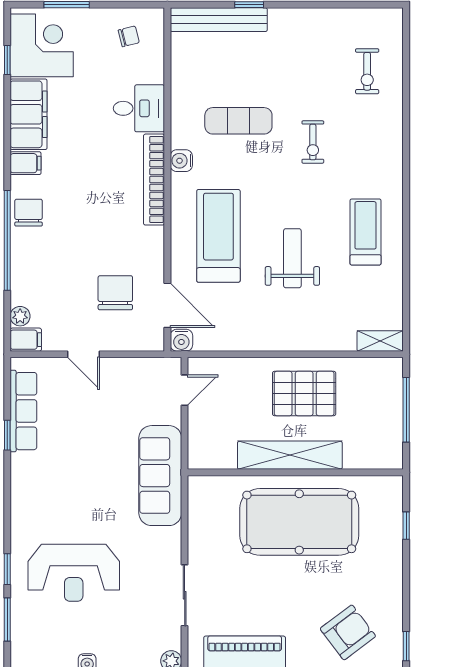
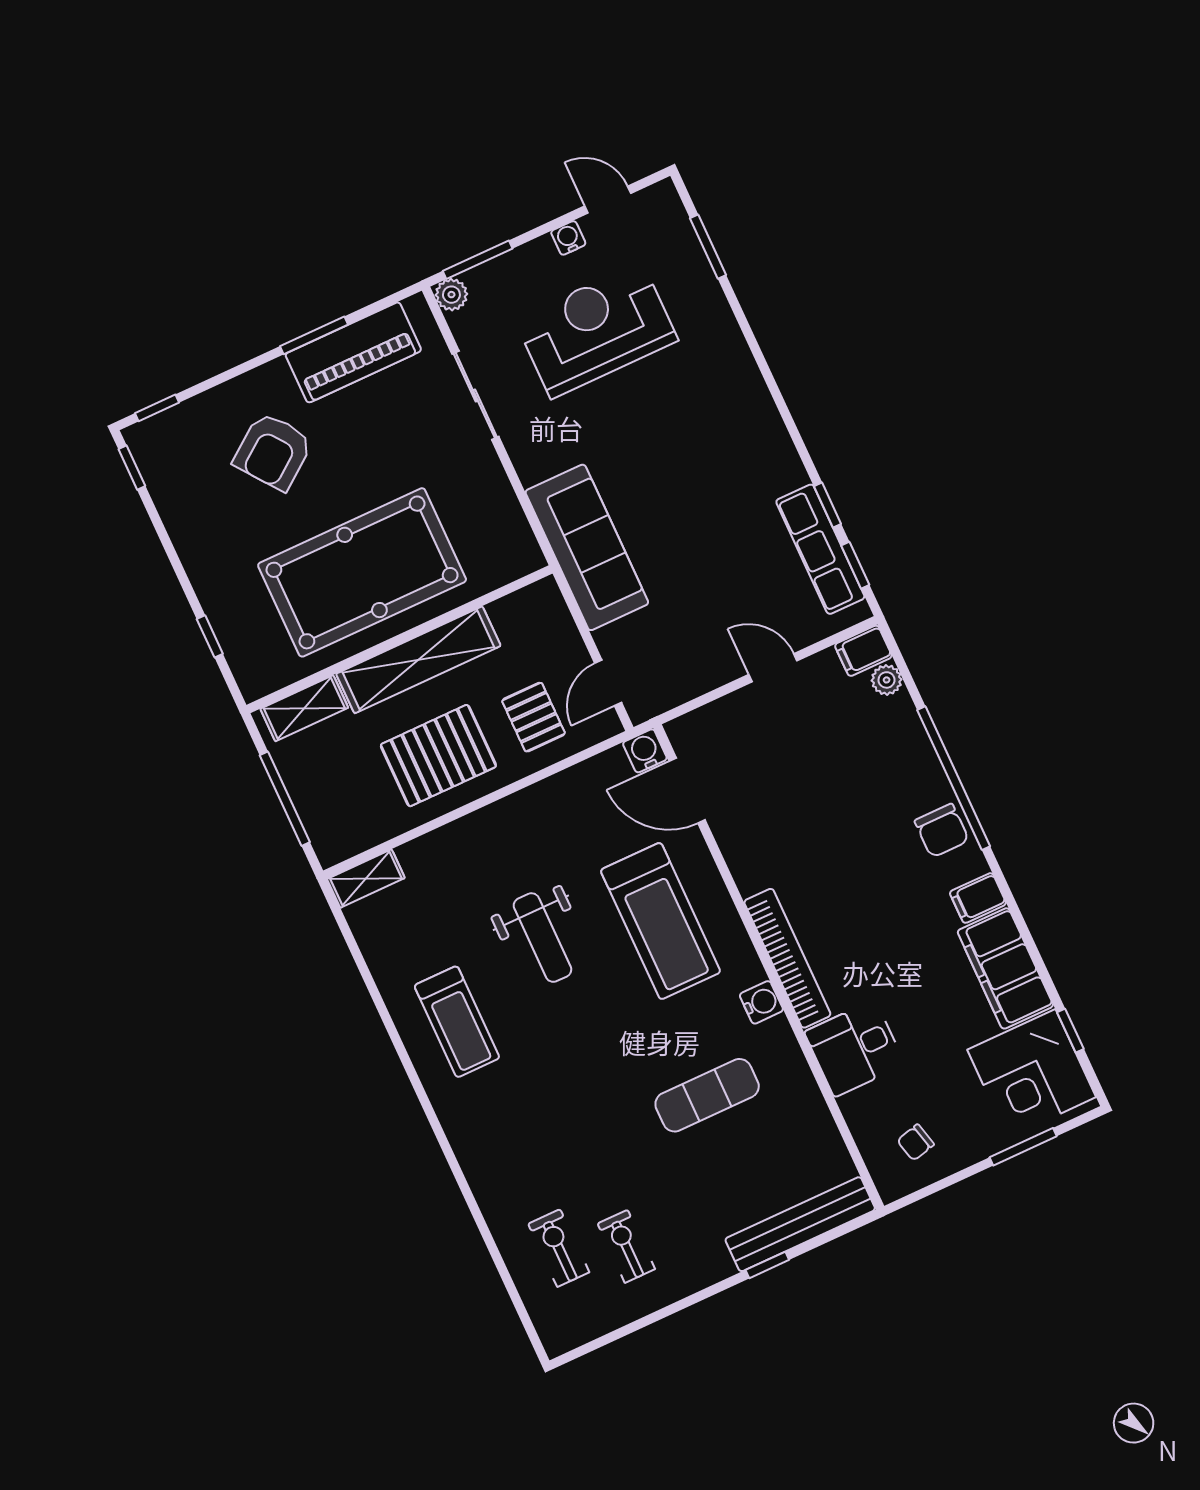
exercise bike: (313, 142) -> (626, 1246), moved
chair: (115, 293) -> (768, 775), removed
pallet: (238, 390) -> (533, 717), added
shelving: (370, 458) -> (304, 708), added
window: (7, 569) -> (855, 565), moved
reception desk: (74, 573) -> (596, 330), moved
armchair: (348, 632) -> (273, 451), moved

